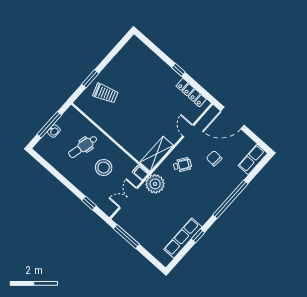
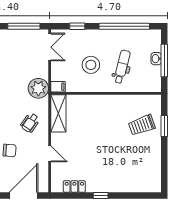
locker: (191, 93) -> (74, 186), width x0.66
window: (56, 174) -> (124, 26), added
double door: (128, 198) -> (50, 47), moved

